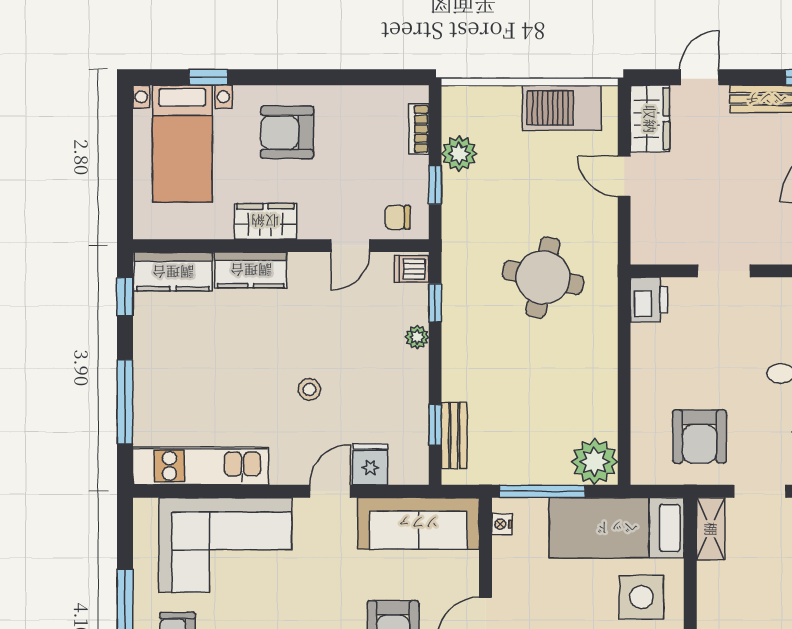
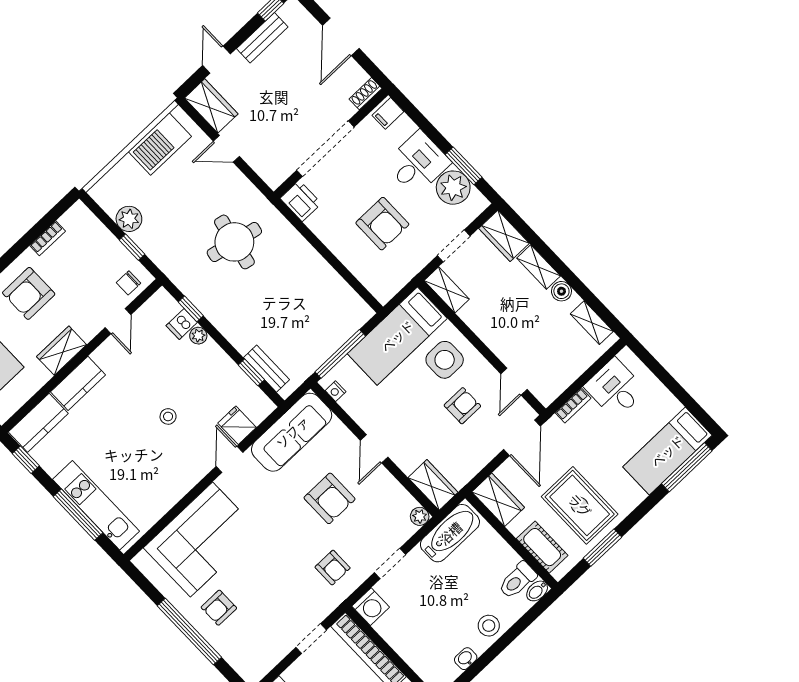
bookcase: (419, 129) -> (48, 238), moved, turned -90
dishwasher: (412, 269) -> (182, 324), moved
doorway: (724, 271) -> (325, 149), width x1.88
armchair: (699, 436) -> (382, 224), moved
plant: (594, 462) -> (353, 312), removed
kitchen unit: (201, 466) -> (96, 505), moved, turned 90

